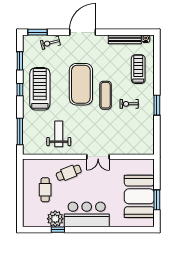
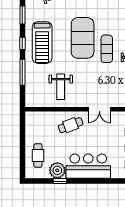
treadmill: (40, 89) -> (42, 43), turned 180
window: (20, 132) -> (22, 72), moved
weight bench: (59, 134) -> (61, 87), turned 180
cafe table: (45, 190) -> (38, 155), moved

